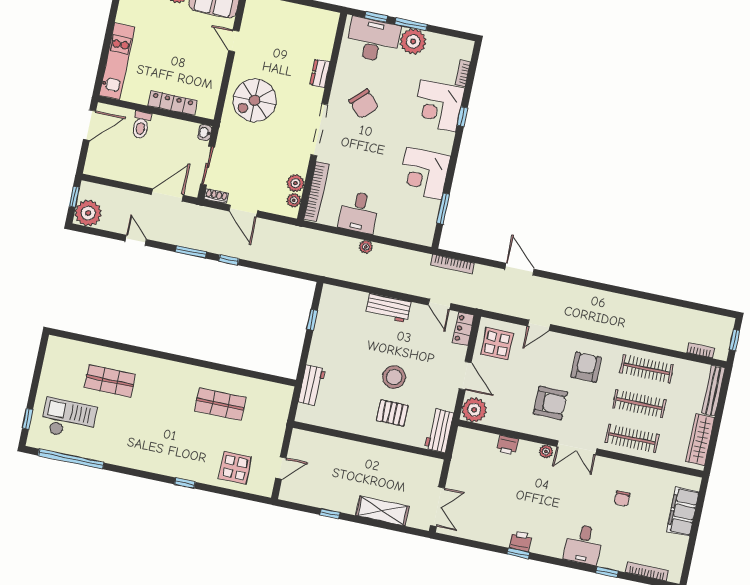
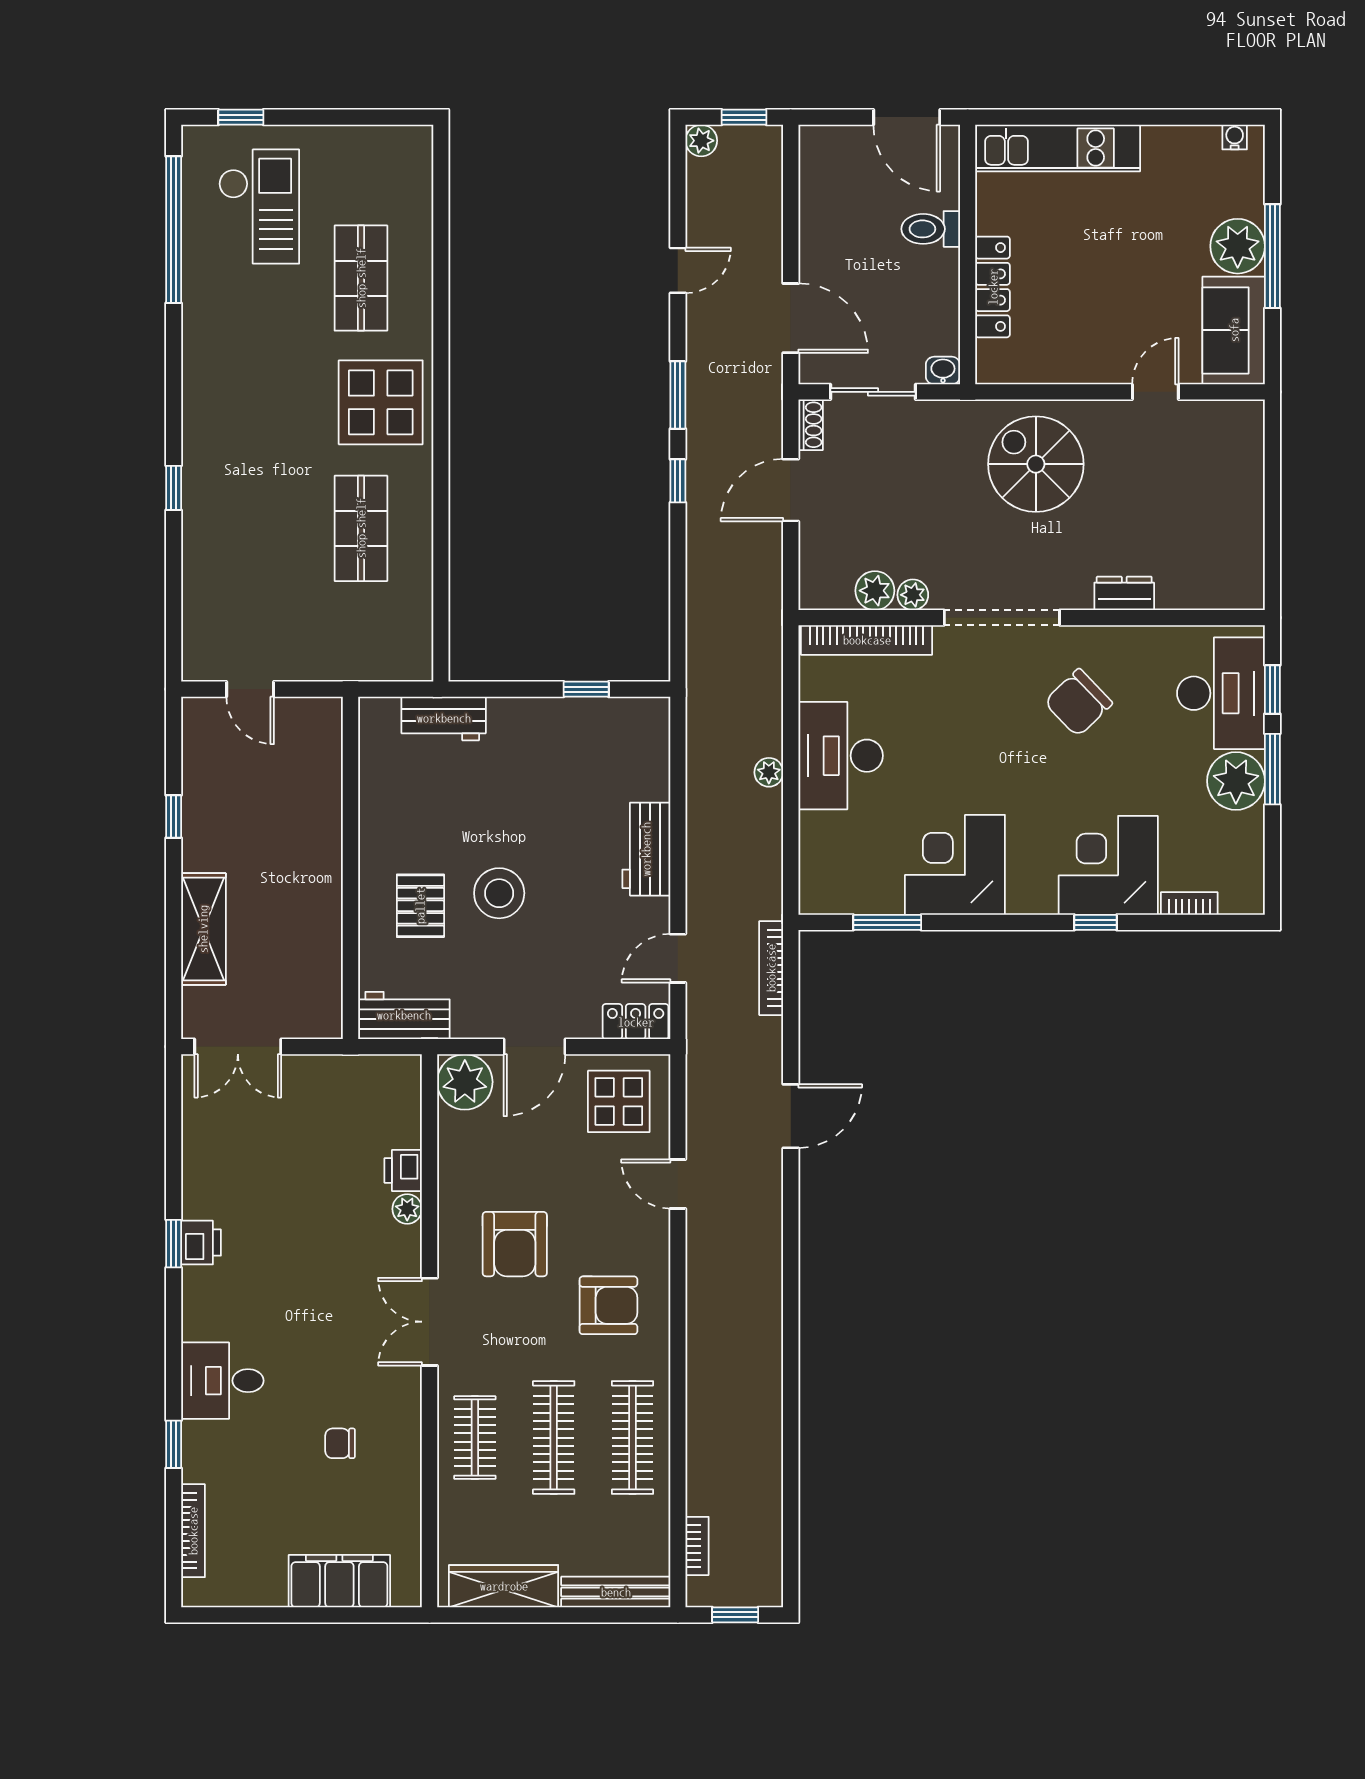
plant: (294, 200) -> (913, 595), moved
desk: (359, 212) -> (841, 756), width x1.37
plant: (88, 213) -> (701, 141), width x0.53, depth x0.53
clothes rail: (632, 438) -> (475, 1438), width x0.73
plant: (546, 451) -> (407, 1209), moved
display table: (235, 468) -> (381, 402), moved, width x1.36, depth x1.36

